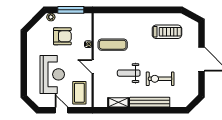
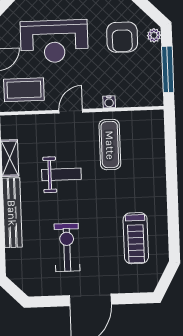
armchair: (62, 36) -> (122, 37), moved
weight bench: (129, 73) -> (61, 174), turned 90
exercise bike: (160, 79) -> (67, 247), moved

